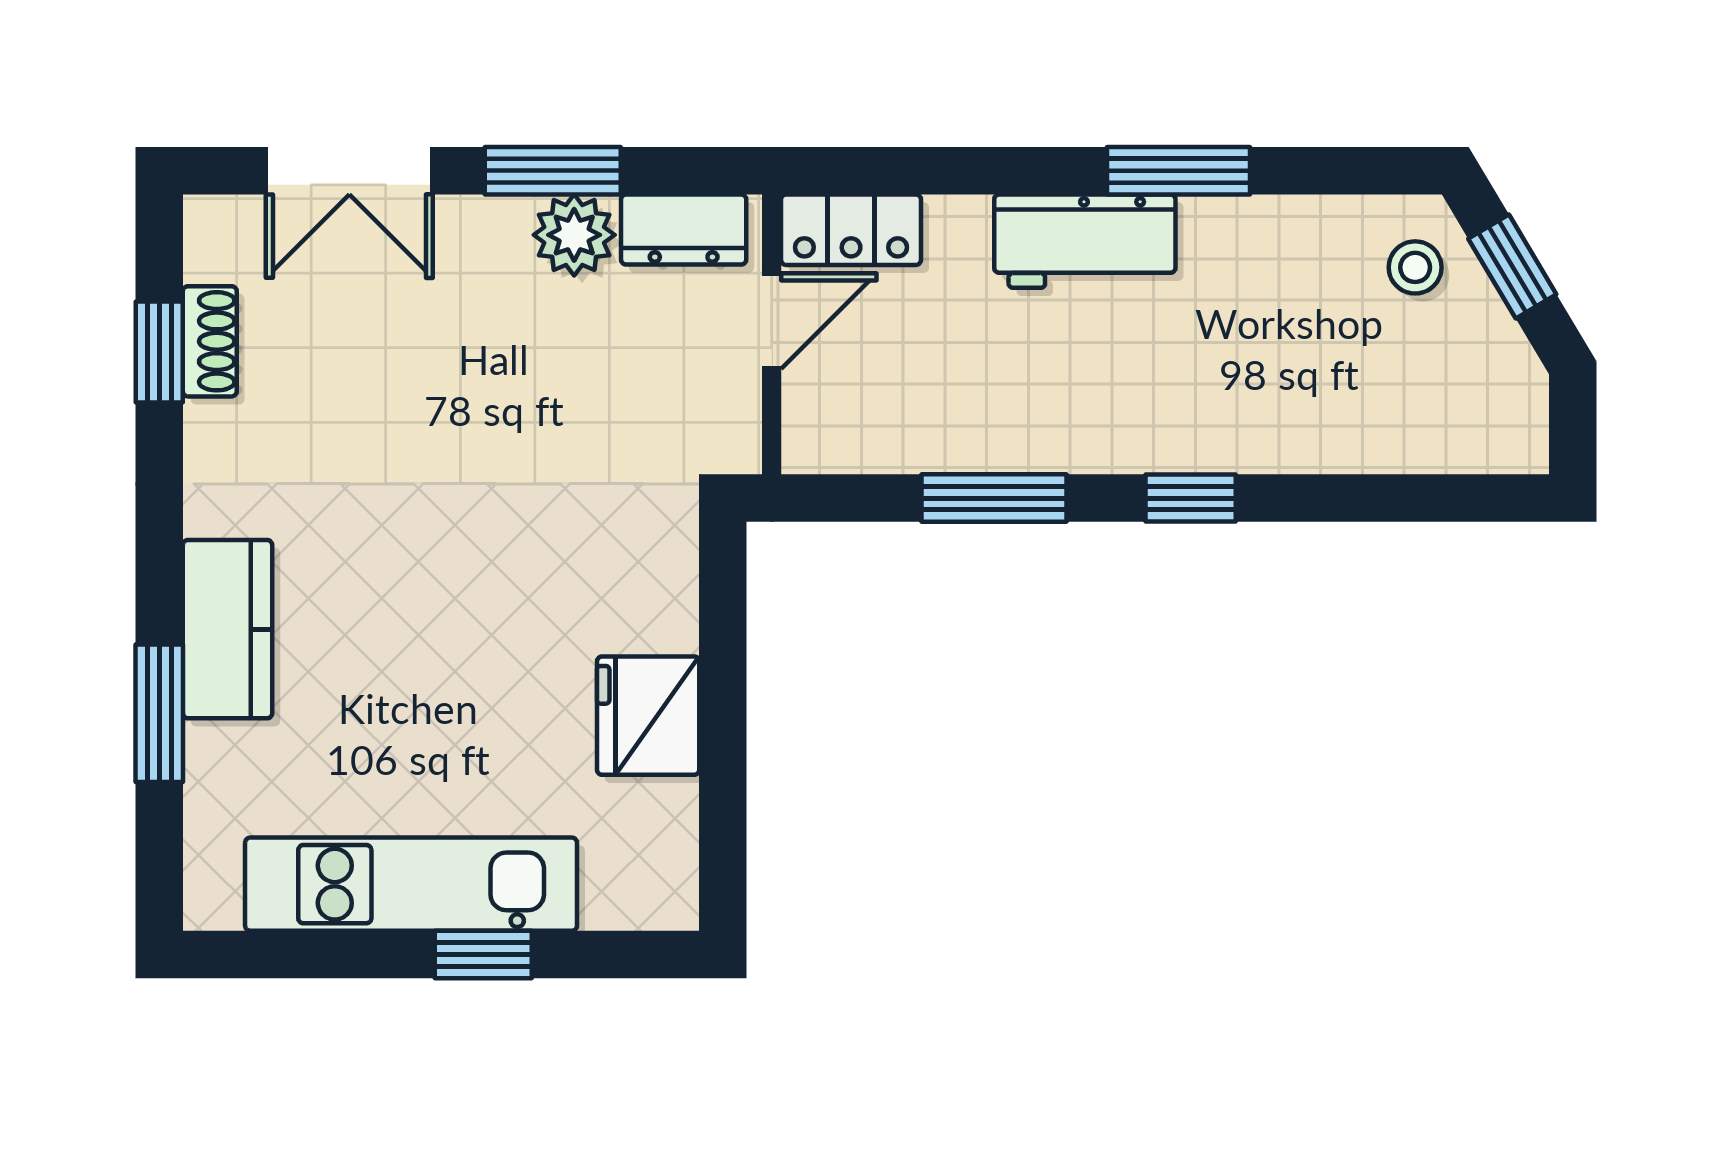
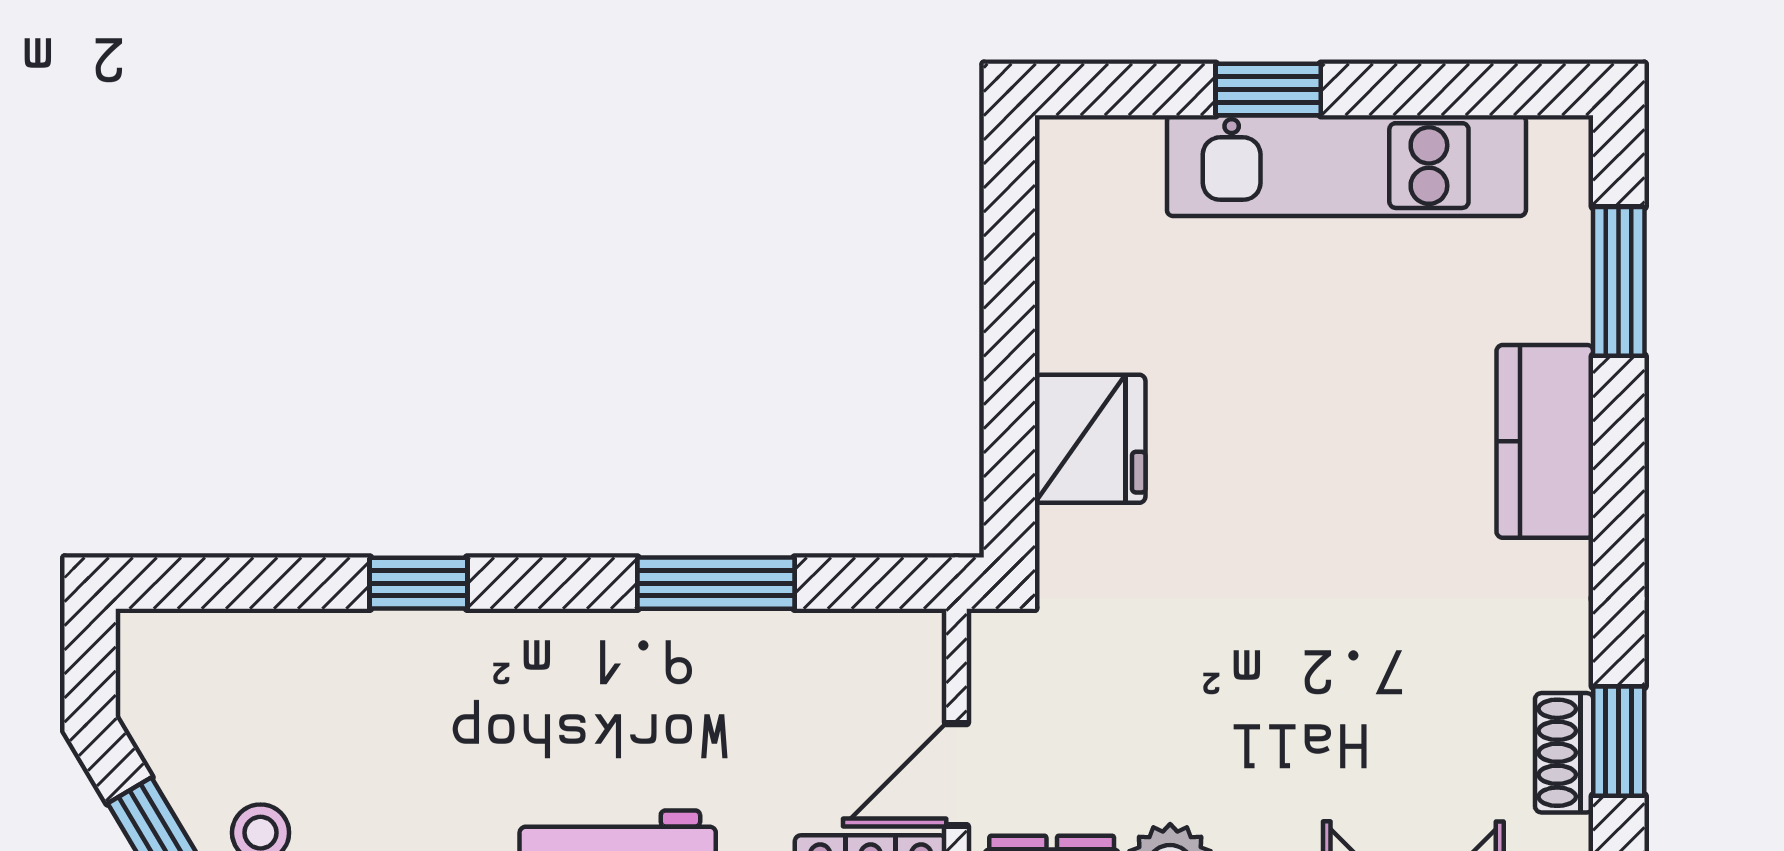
window: (1191, 498) -> (418, 583), moved
window: (159, 713) -> (1619, 281), moved
fridge: (648, 716) -> (1090, 439), moved

